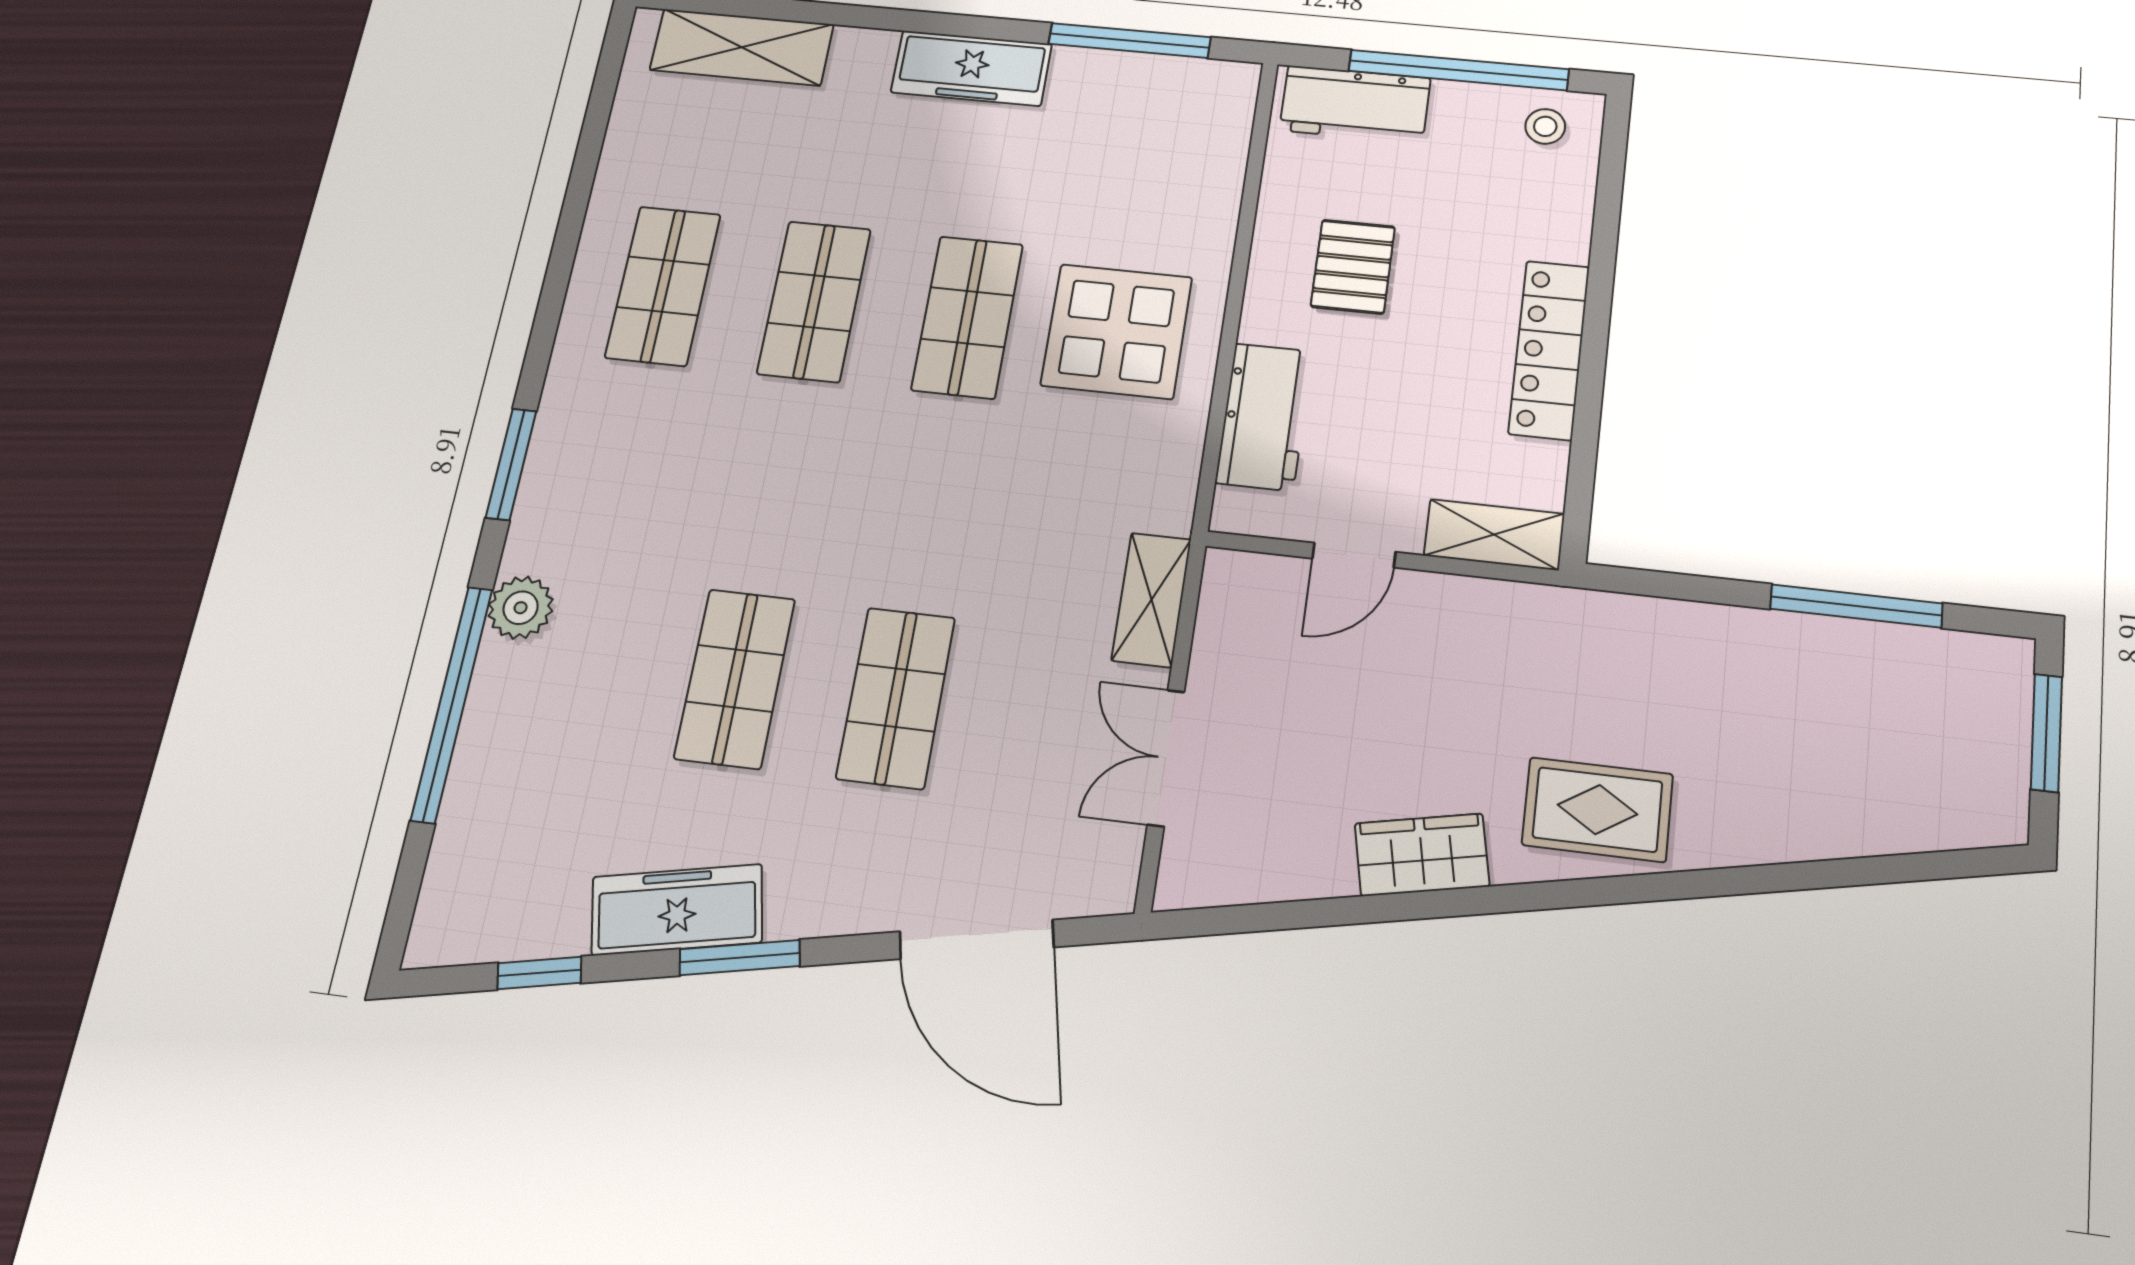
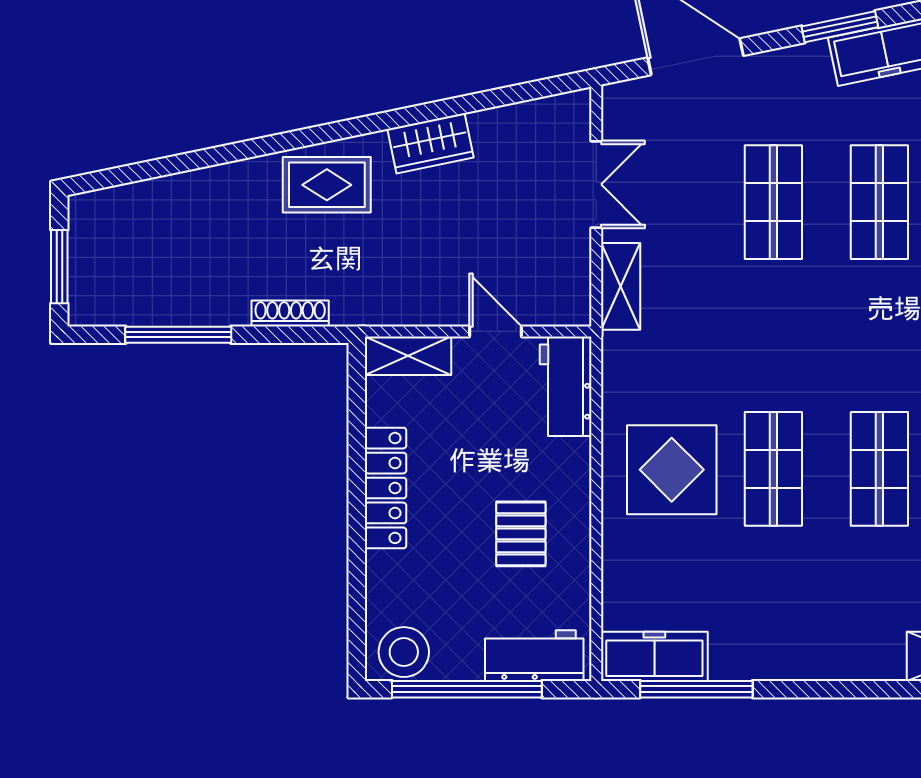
freezer: (971, 68) -> (654, 656), moved
stool: (1545, 126) -> (404, 652), width x1.89, depth x1.89
workbench: (1264, 417) -> (566, 386), moved
door: (1354, 555) -> (496, 331), hinge flipped
shoe rack: (1674, 618) -> (290, 313), added

